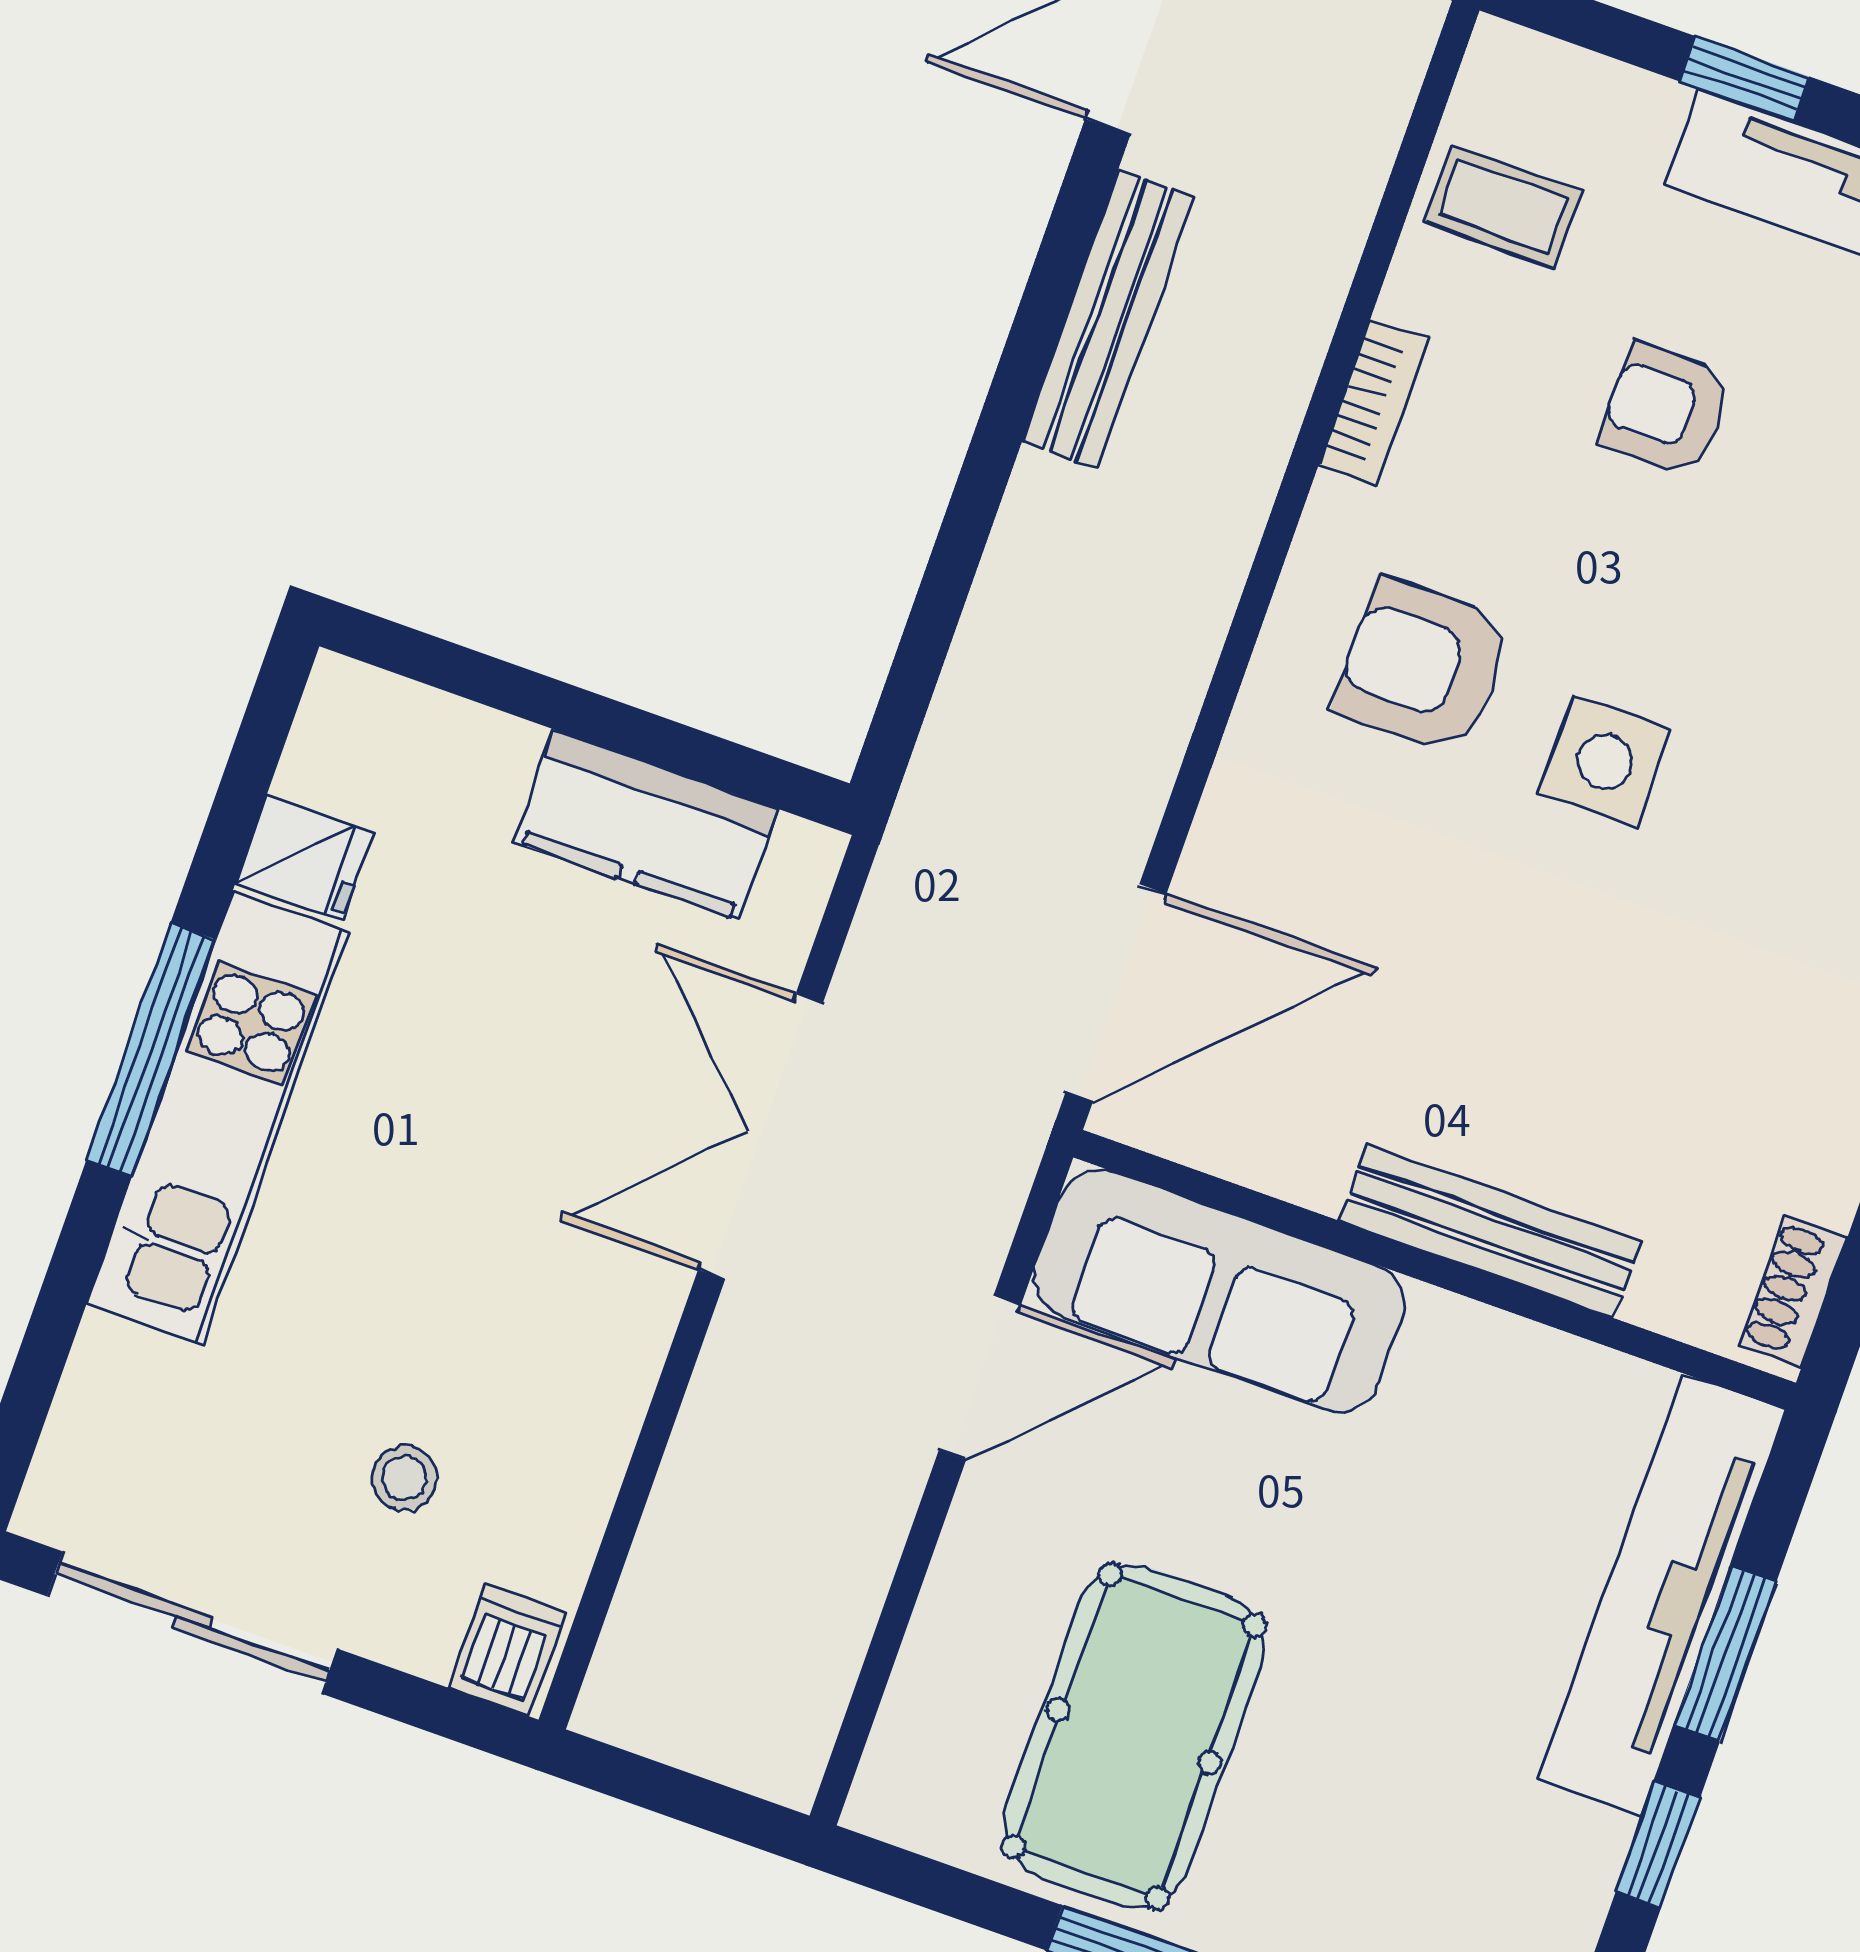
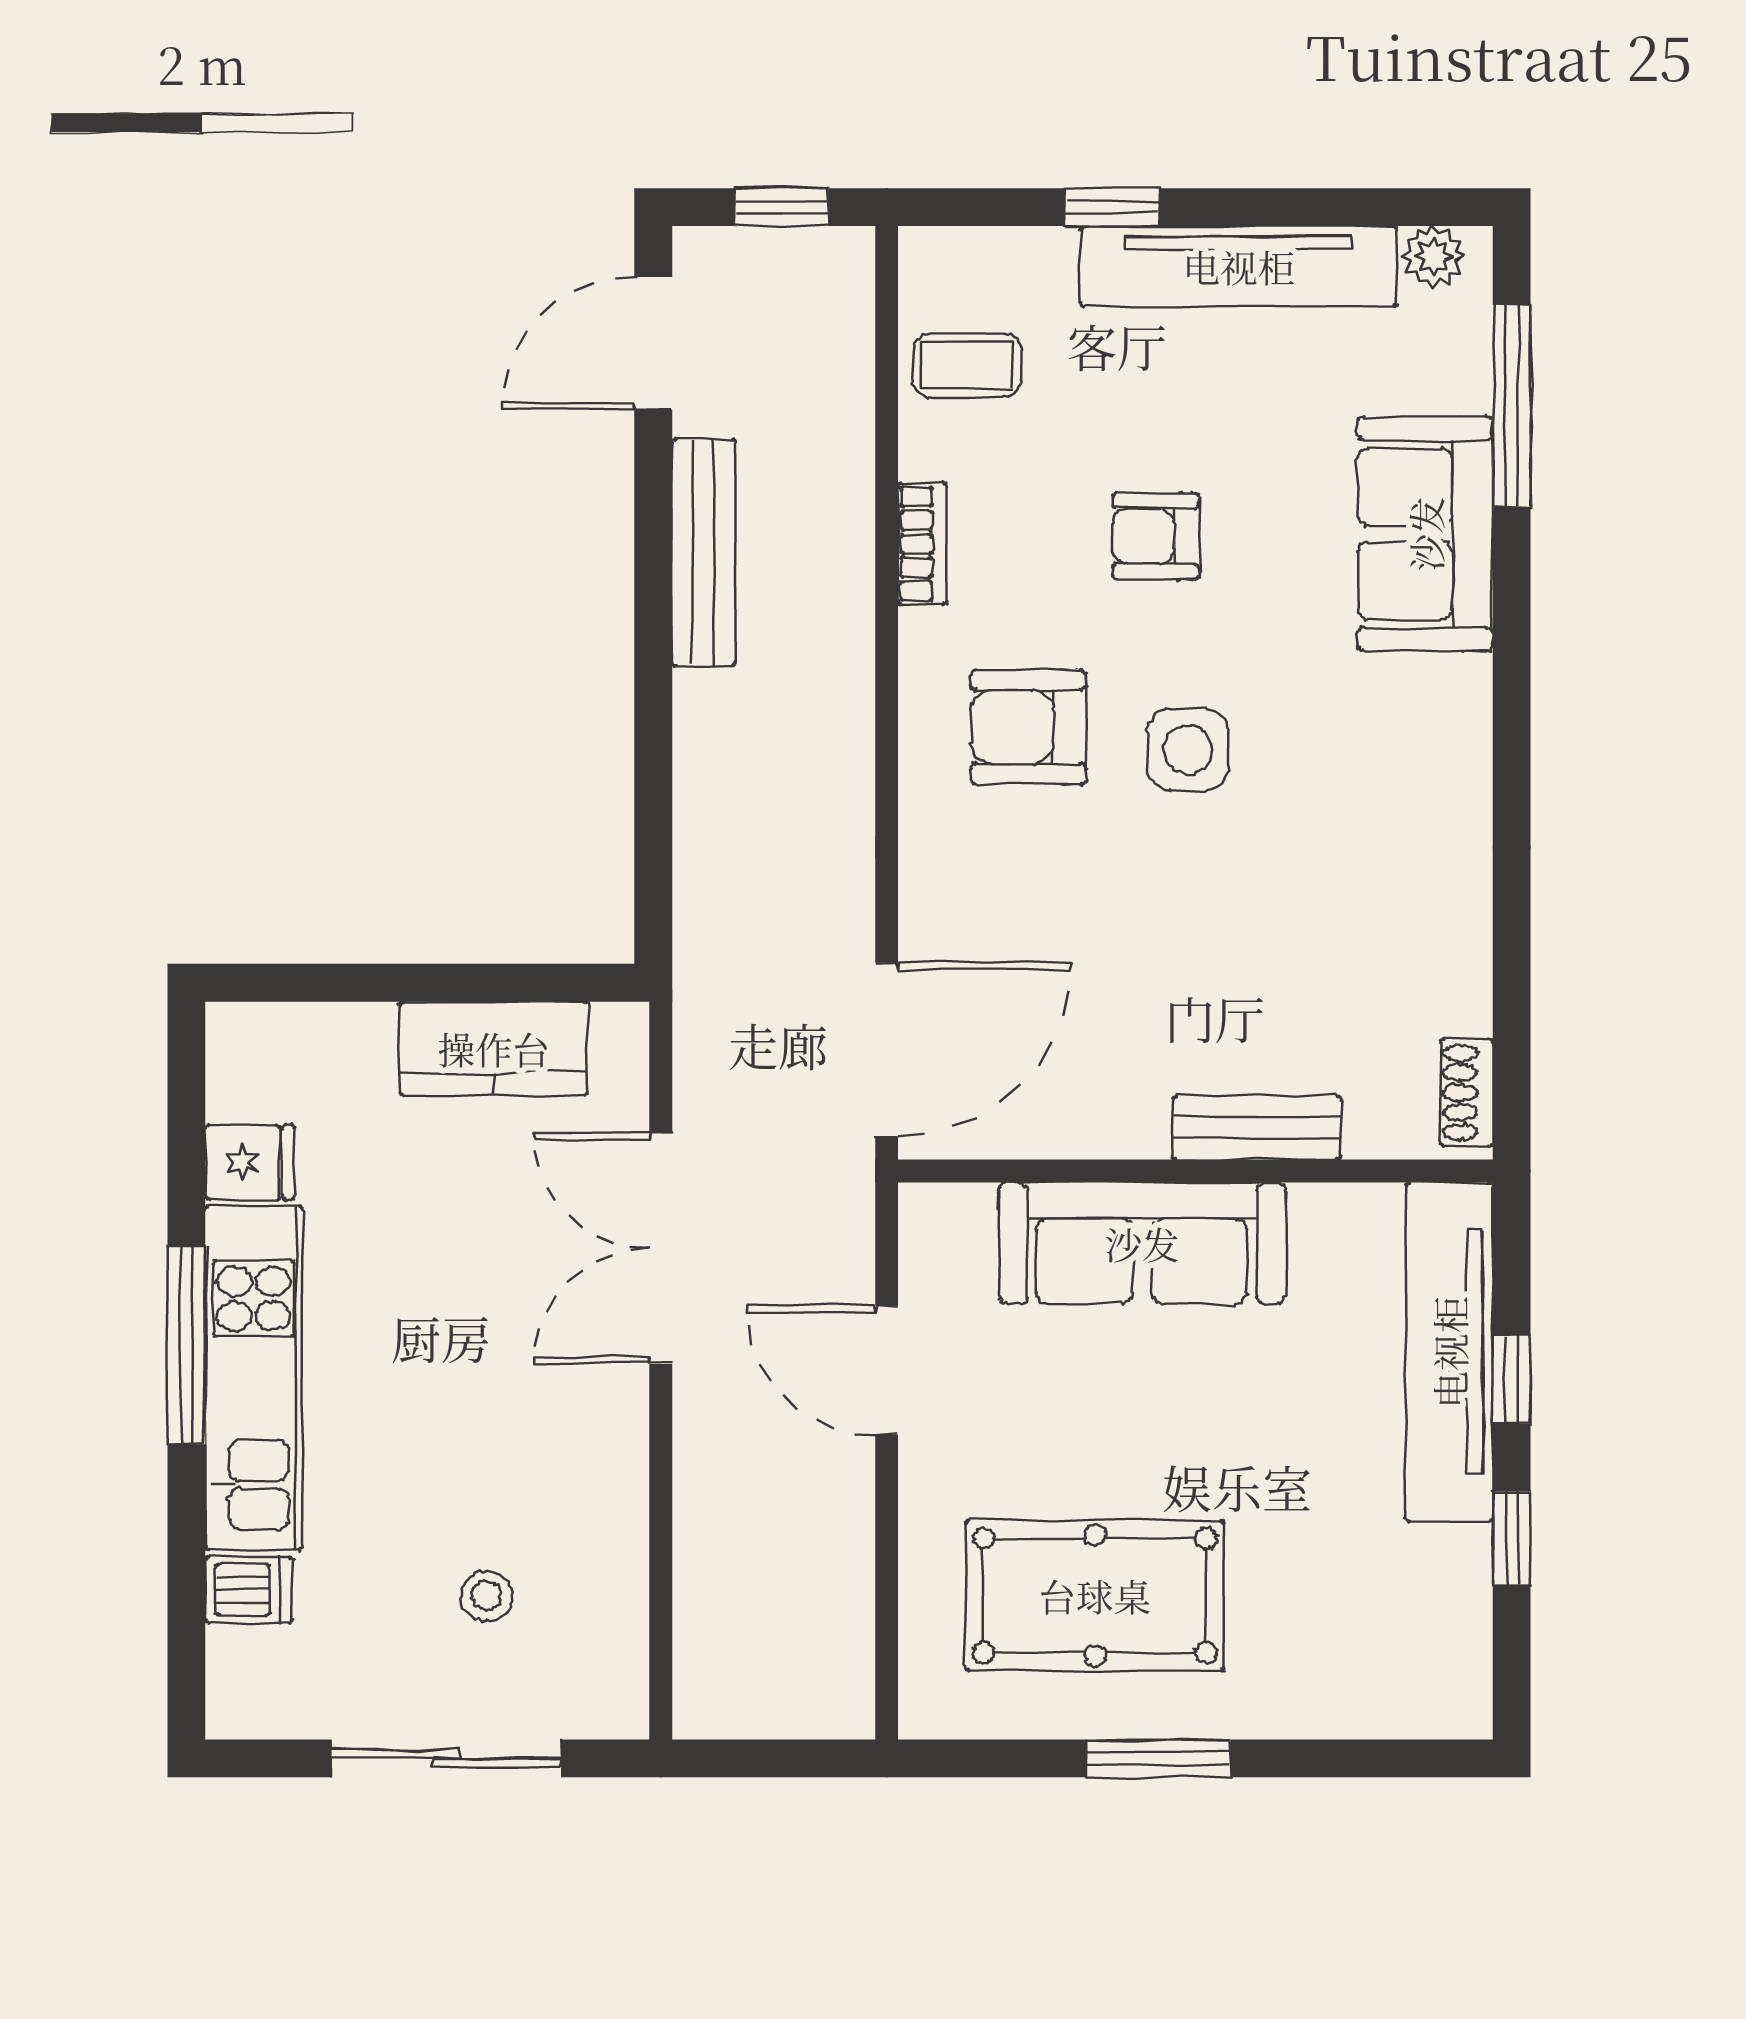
armchair: (1666, 409) -> (1156, 536), moved
bench: (1490, 1231) -> (1257, 1128), width x0.73
sofa: (1219, 1291) -> (1142, 1243), moved
door: (980, 1378) -> (887, 1370), swing flipped
sliding door: (192, 1623) -> (446, 1758), moved
dishwasher: (507, 1650) -> (249, 1590), moved, turned 90
window: (1725, 1654) -> (1512, 1379), width x0.67
pool table: (1134, 1736) -> (1095, 1595), turned 90

